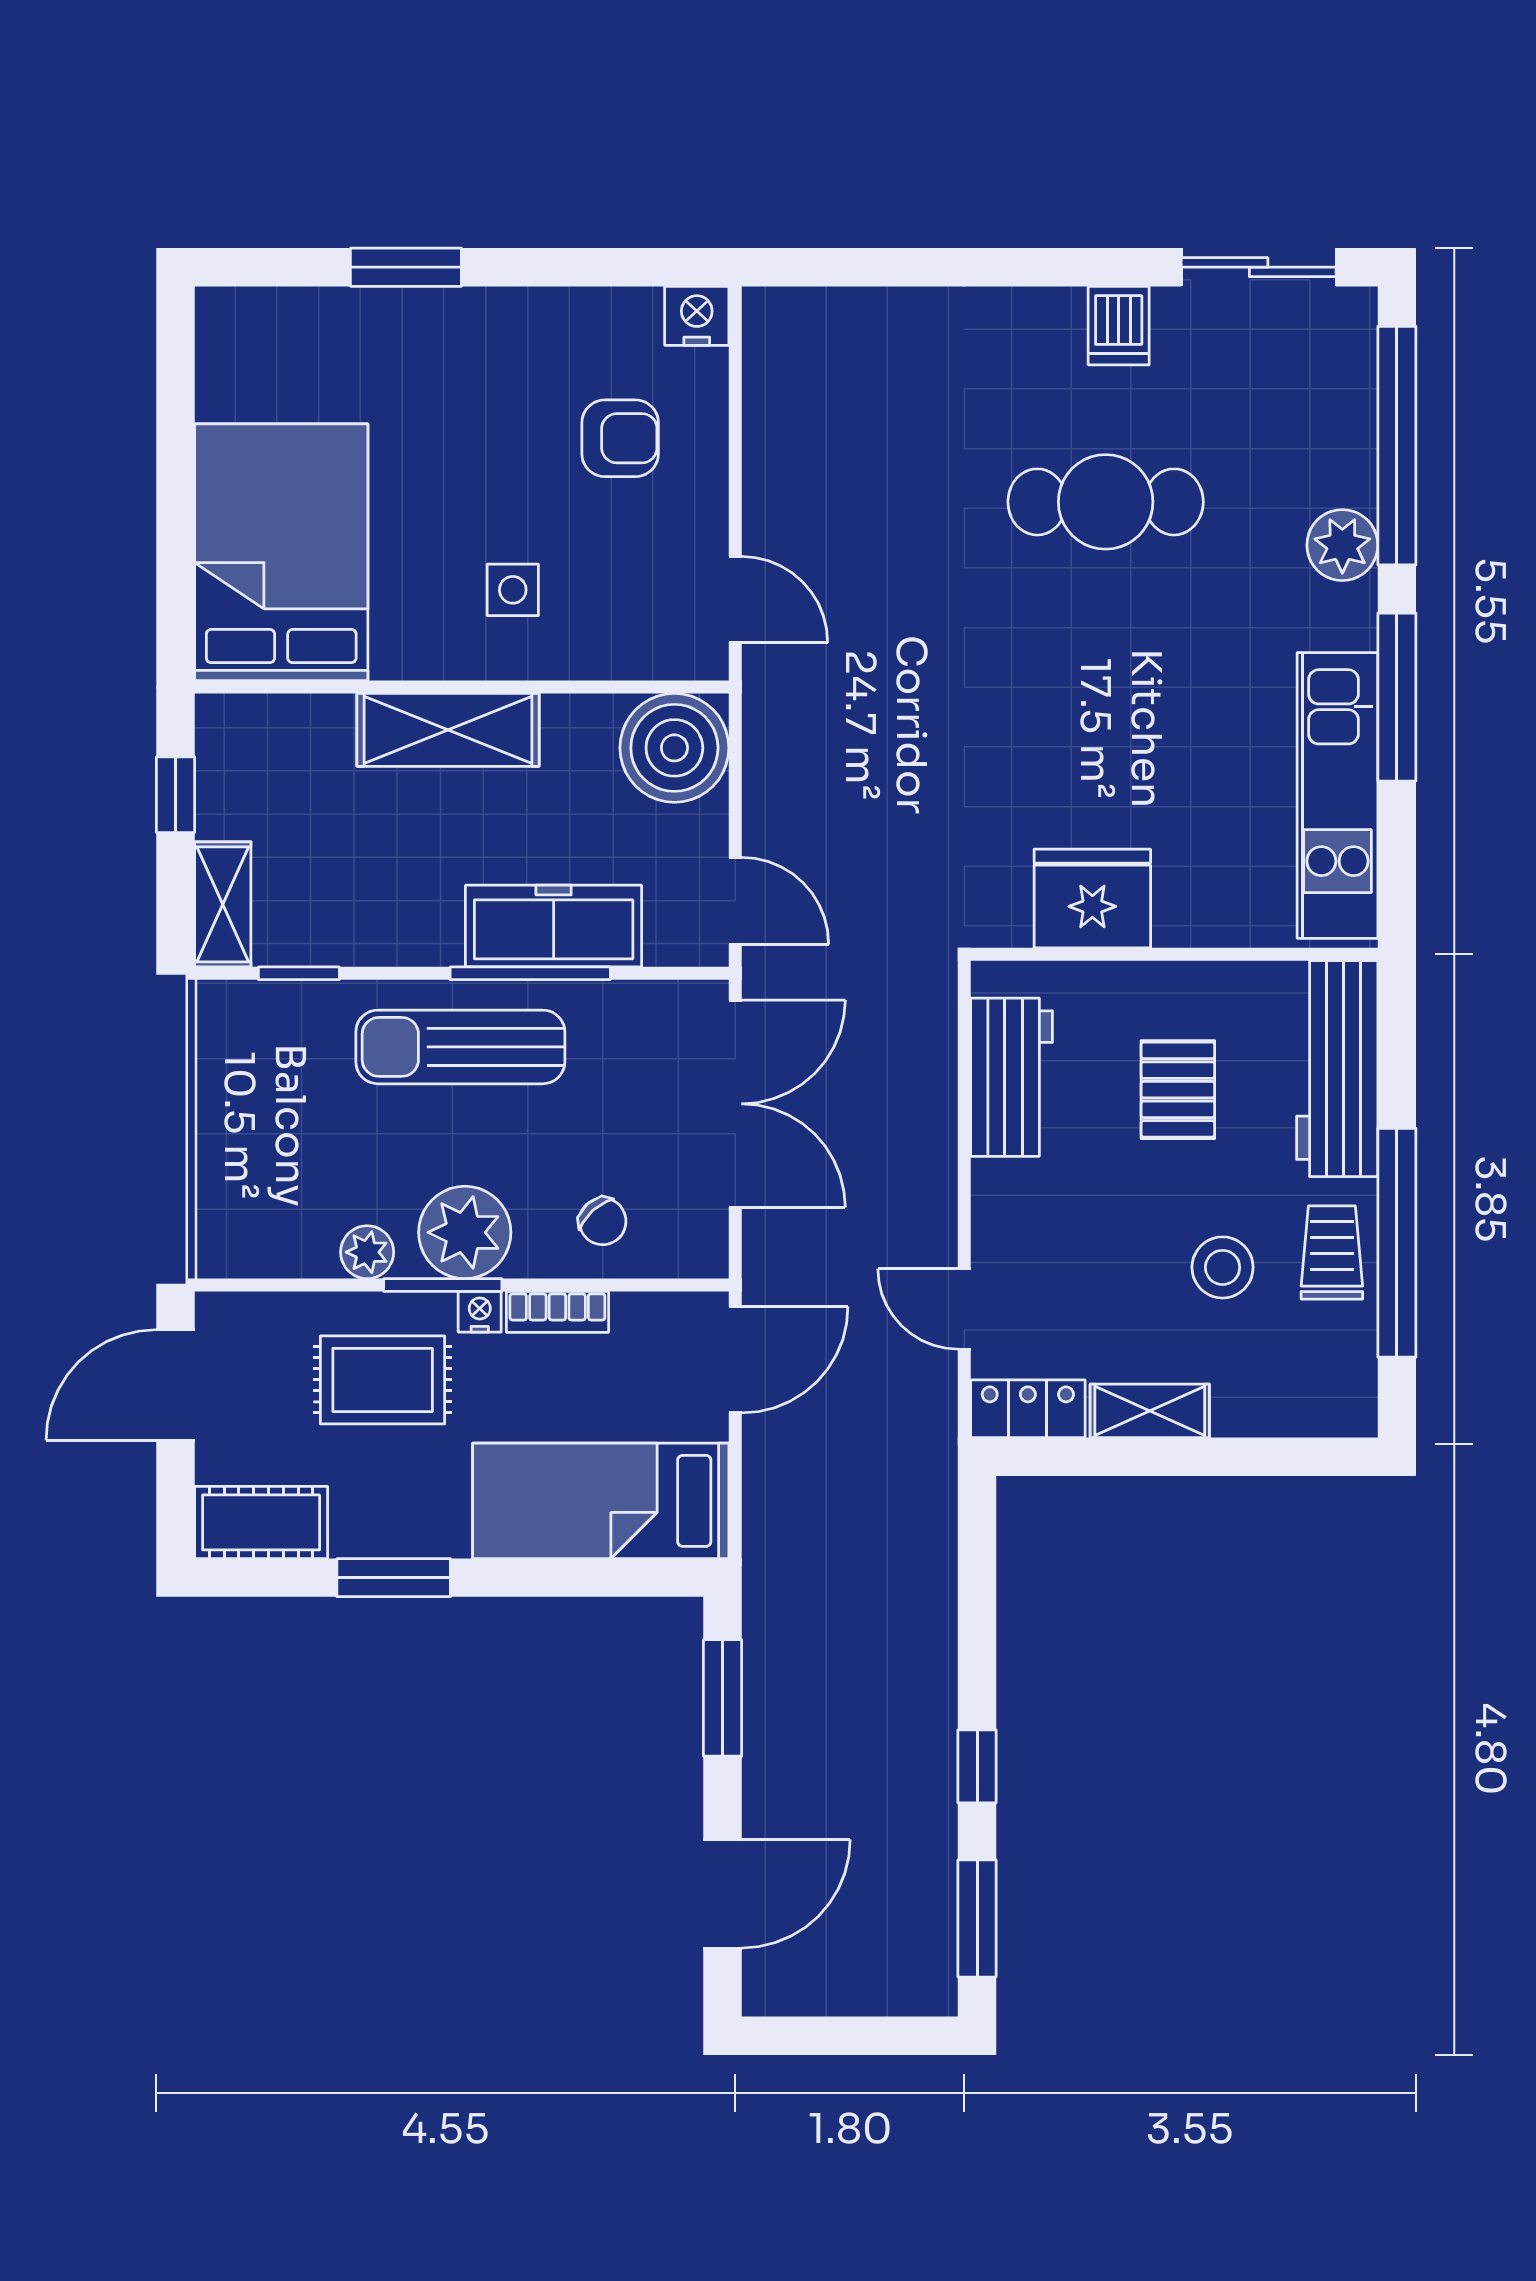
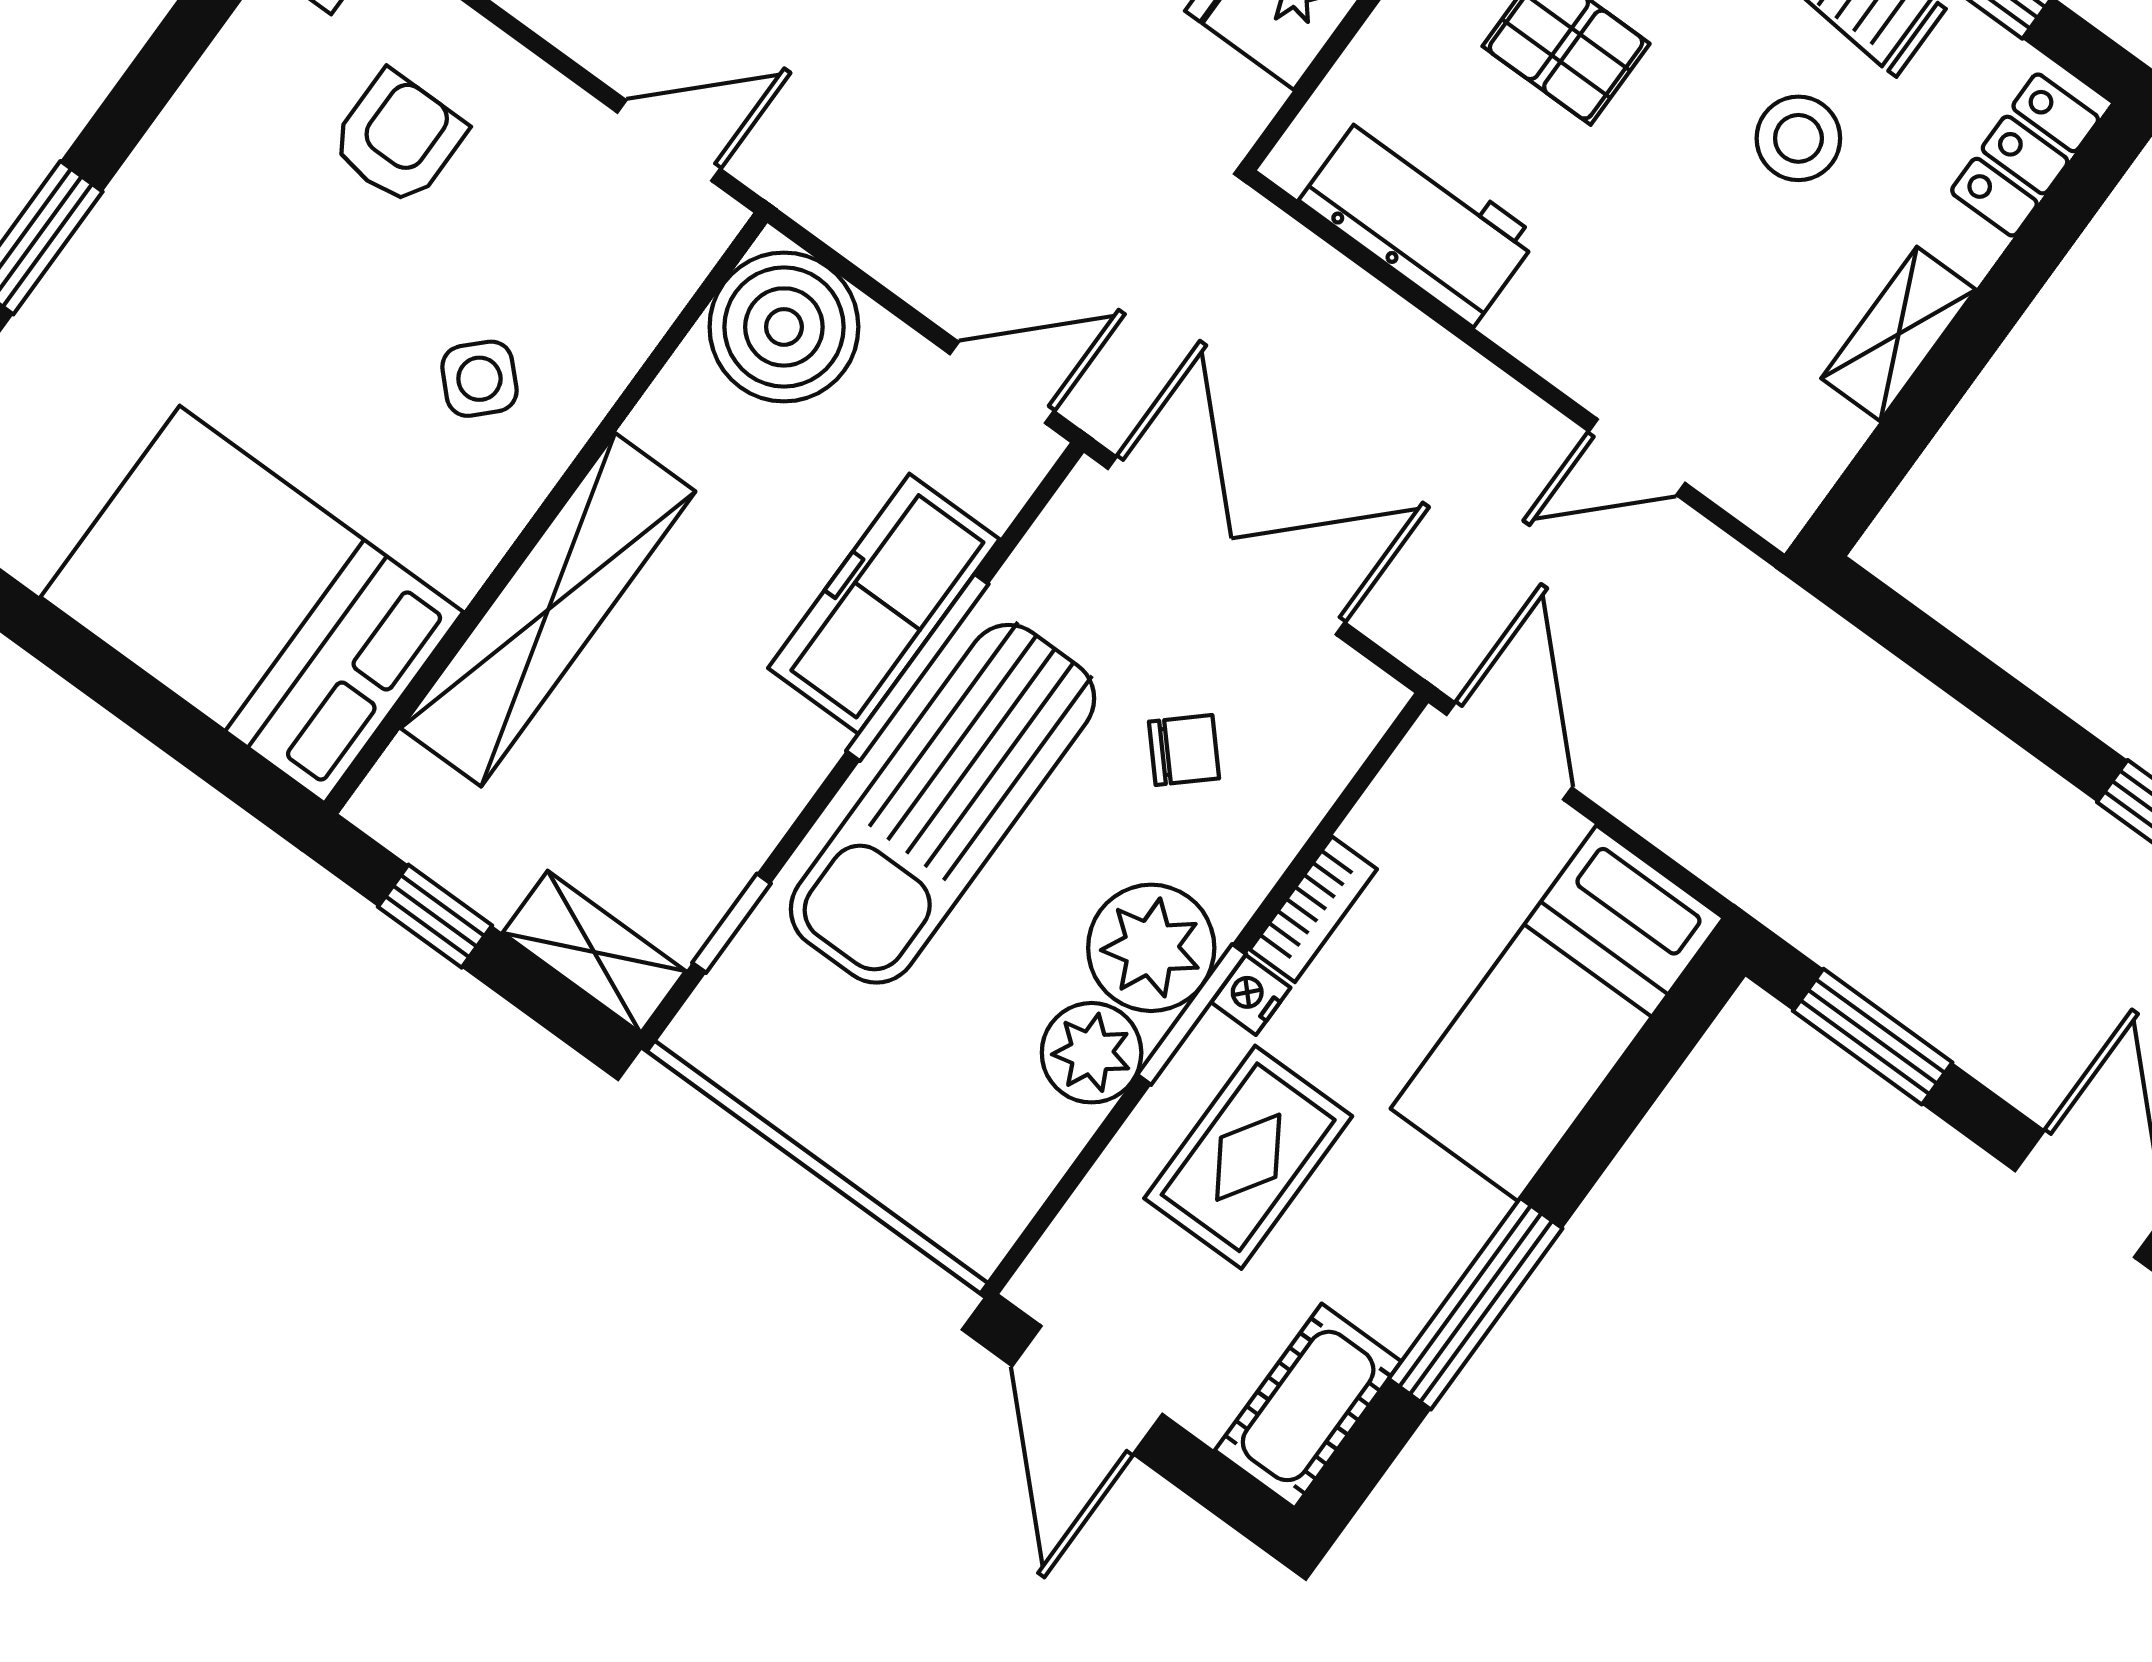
side table: (513, 590) -> (479, 379), turned 45
shelving: (448, 730) -> (548, 610), width x1.47
sun lounger: (460, 1047) -> (943, 804), width x1.36, depth x1.34
chair: (603, 1221) -> (1184, 750), moved
plant: (367, 1252) -> (1092, 1053), width x1.38, depth x1.38
locker: (1028, 1409) -> (2025, 155), moved
window: (394, 1578) -> (1476, 1304), width x1.44

